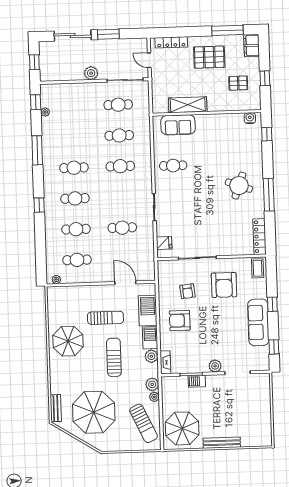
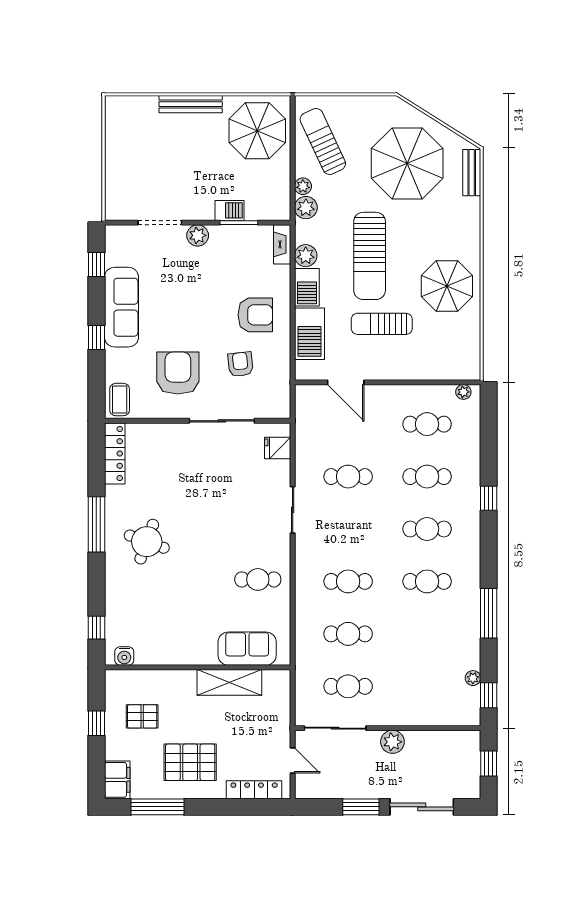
window: (39, 205) -> (489, 498), moved
sun lounger: (114, 357) -> (370, 256), width x1.36, depth x1.34

